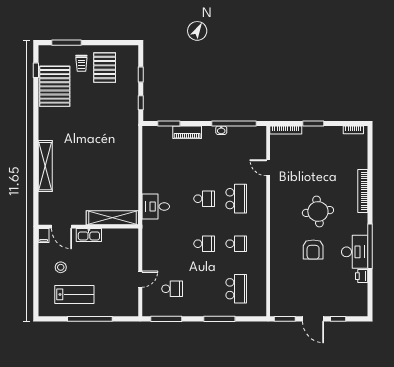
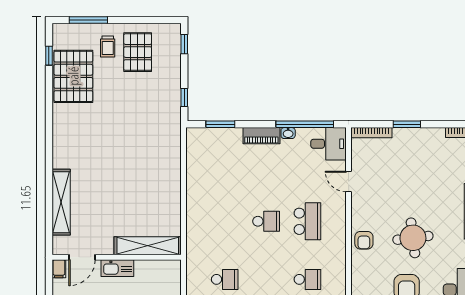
window: (141, 75) -> (184, 44), moved
piano: (187, 132) -> (261, 136), moved
shelving: (45, 166) -> (61, 202), moved
desk: (156, 206) -> (329, 144), moved, turned 180
armchair: (280, 213) -> (364, 240), added
door: (61, 227) -> (82, 257), hinge flipped
school desk: (204, 244) -> (225, 279), moved

